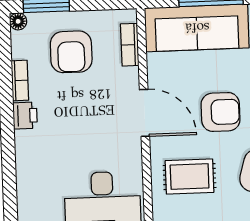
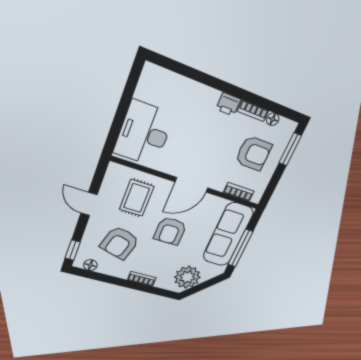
floor lamp: (18, 21) -> (273, 119), moved
armchair: (71, 52) -> (254, 153), turned 180

